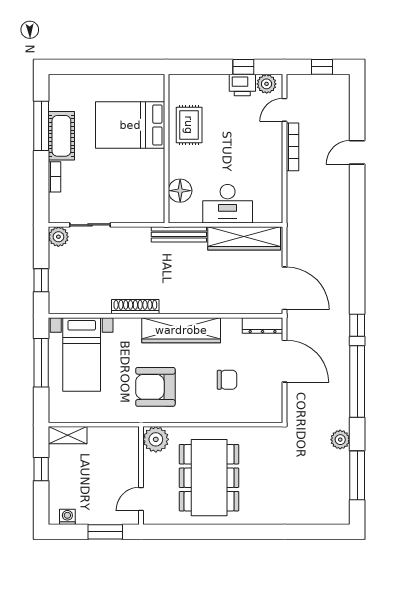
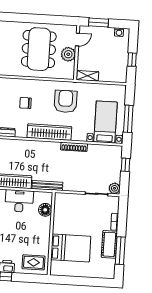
rug: (189, 125) -> (34, 262), moved, turned 90
armchair: (155, 387) -> (66, 101), turned -90
shelving: (68, 435) -> (88, 76), moved
plant: (156, 439) -> (68, 54), moved

